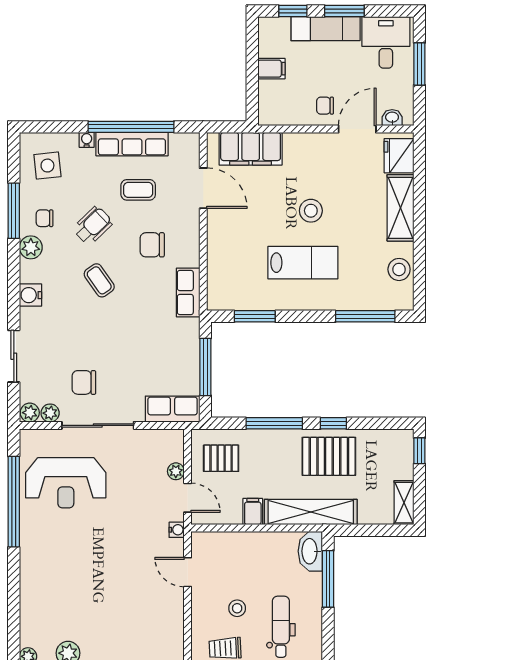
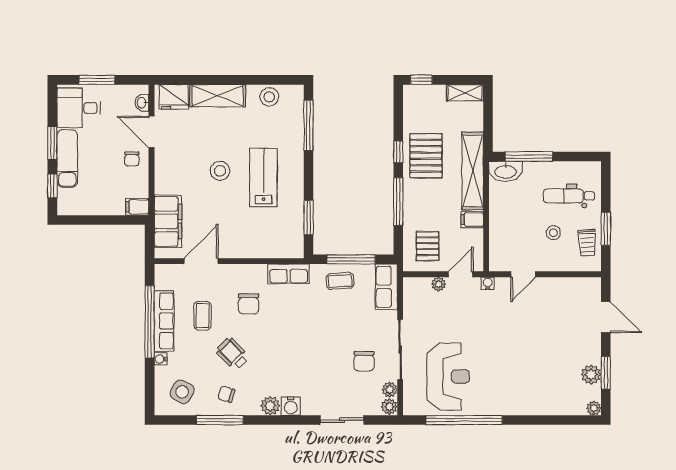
filing cabinet: (271, 69) -> (137, 207), moved, turned -90
side table: (47, 166) -> (182, 392), turned 35
chair: (45, 218) -> (226, 394), turned 106
plant: (31, 247) -> (270, 406), moved
coffee table: (99, 280) -> (340, 281), moved, turned 31

